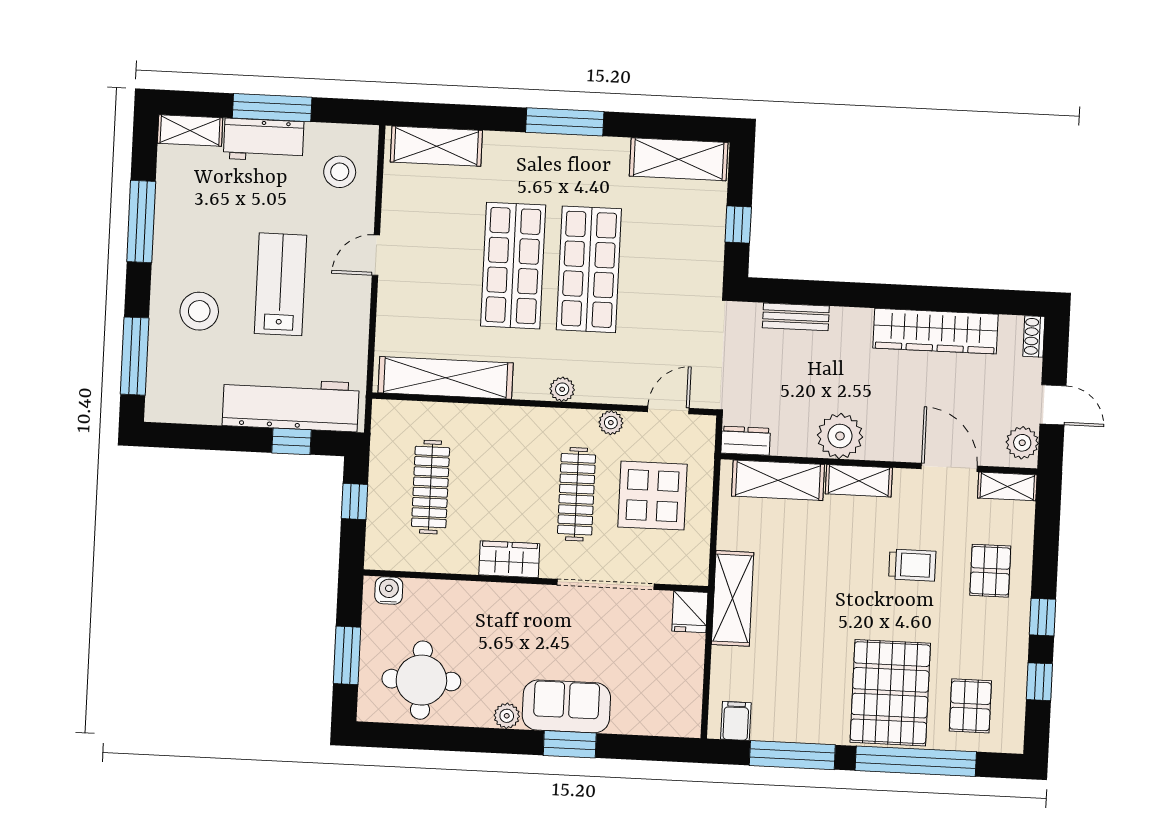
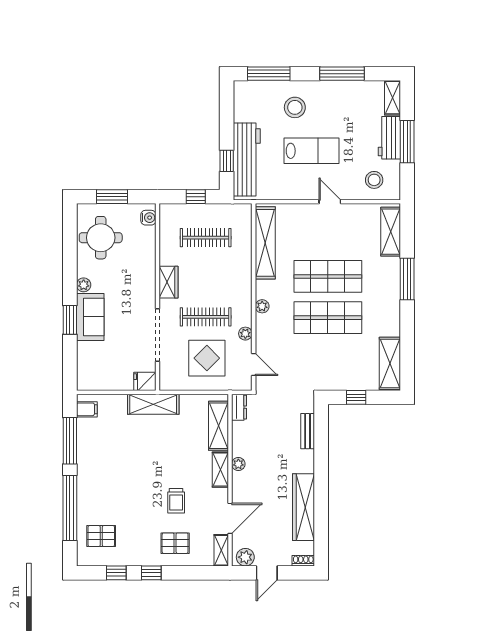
window: (565, 122) -> (407, 279), moved
plant: (840, 436) -> (238, 464), width x0.53, depth x0.53
pallet: (890, 693) -> (106, 492), removed

